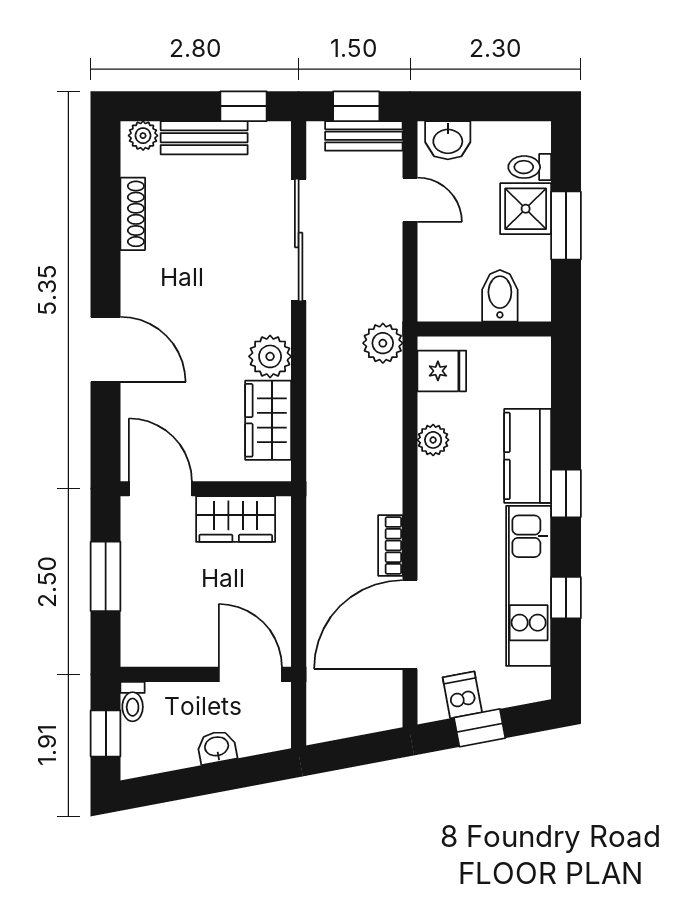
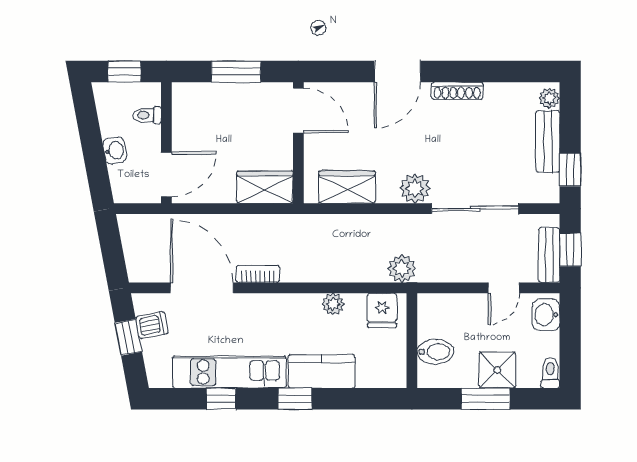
toilet: (530, 167) -> (550, 373), moved
shoe rack: (133, 214) -> (457, 91), moved
plant: (270, 356) -> (415, 188), moved
door: (160, 489) -> (298, 110), hinge flipped
wardrobe: (236, 519) -> (265, 187), moved, turned 90
toilet: (133, 702) -> (147, 115), moved

